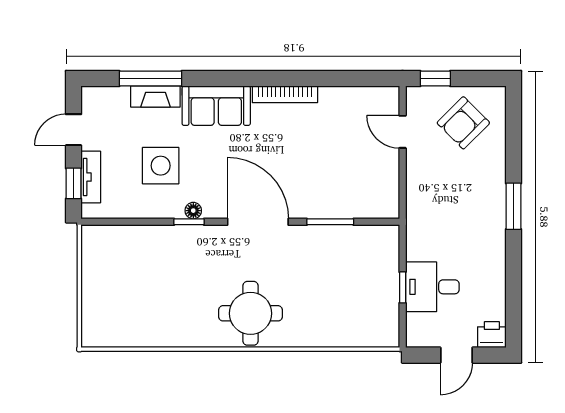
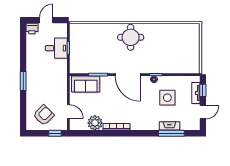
plant: (338, 104) -> (95, 123), added
sofa: (216, 106) -> (86, 84), moved, turned 180

